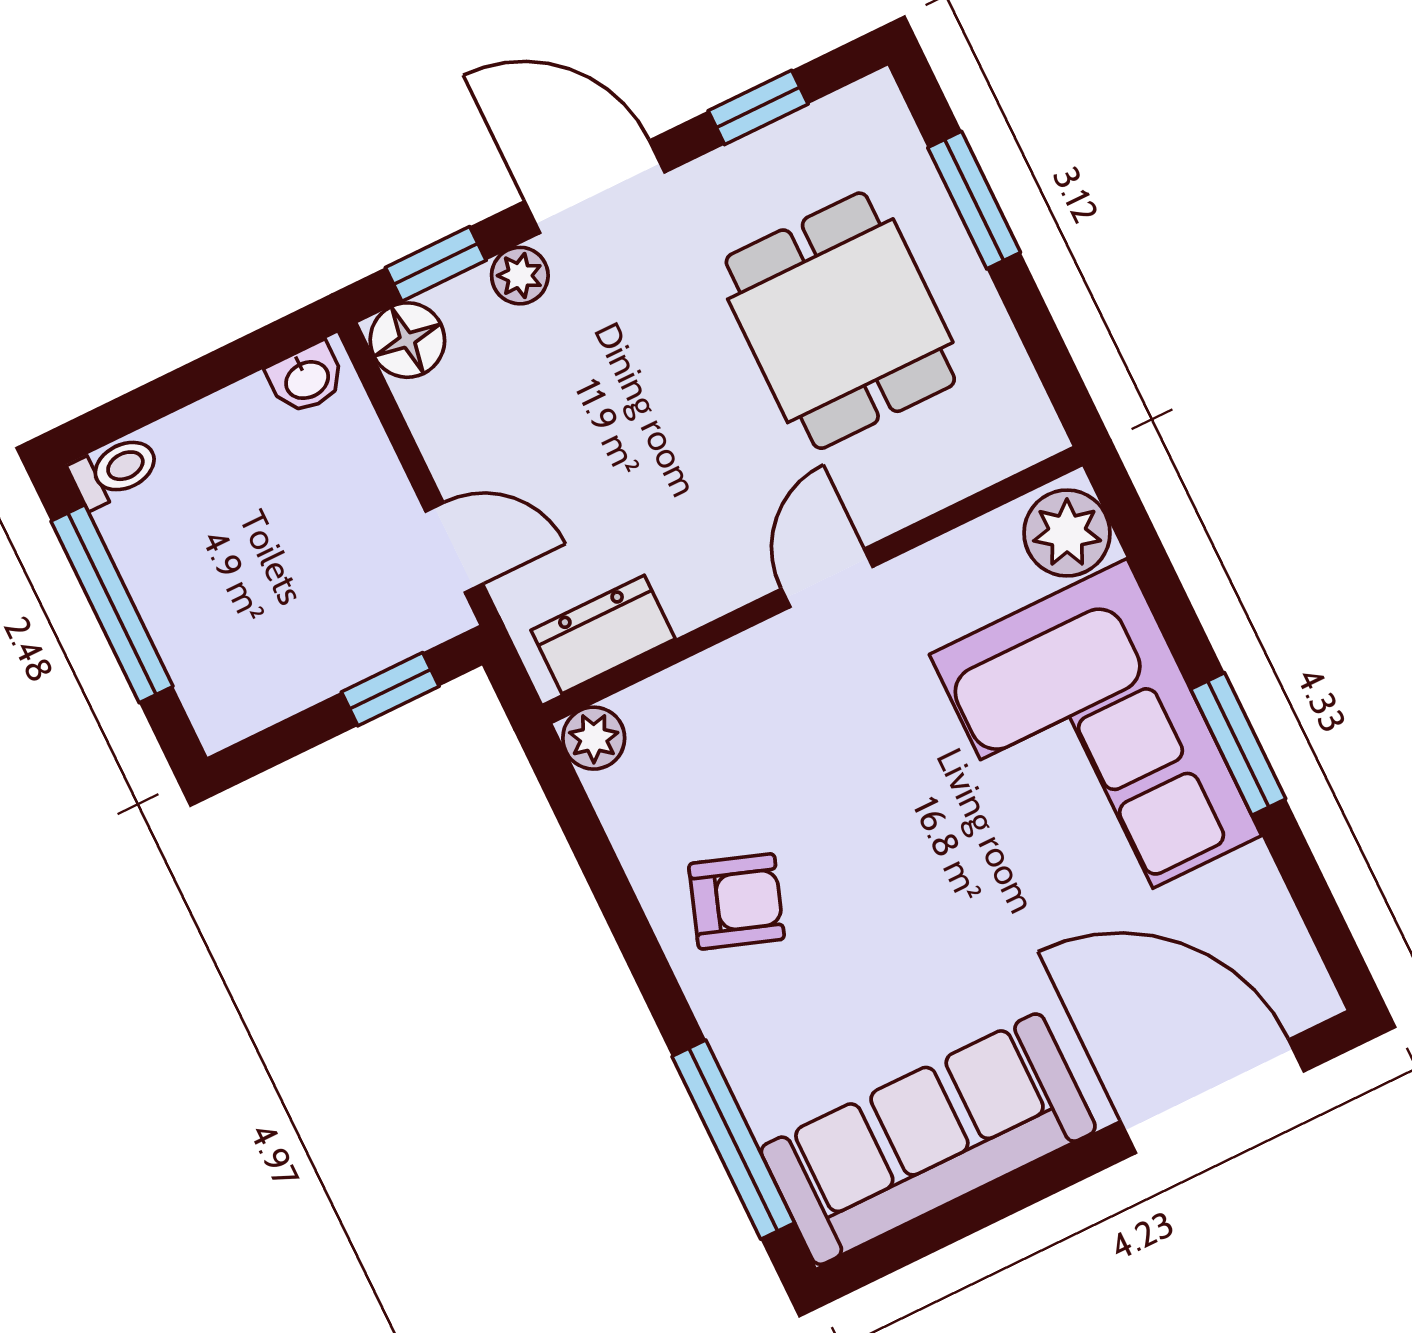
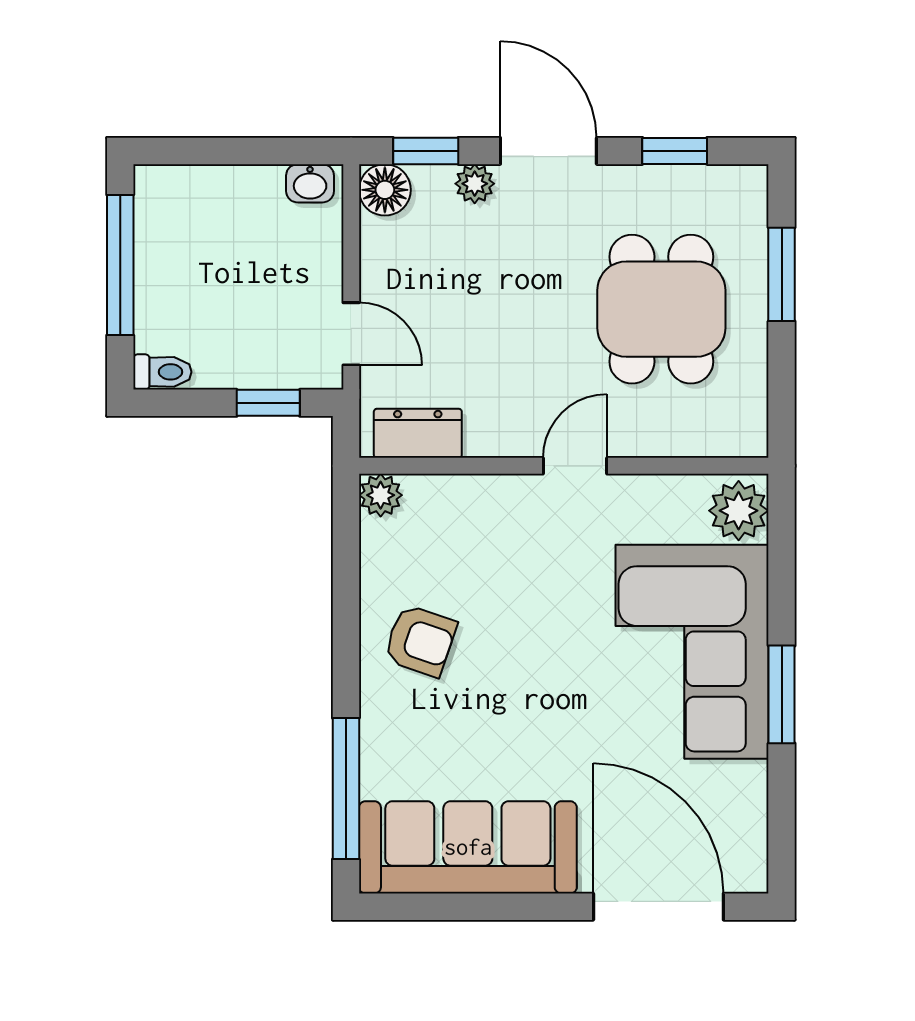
toilet: (115, 471) -> (162, 372), moved

